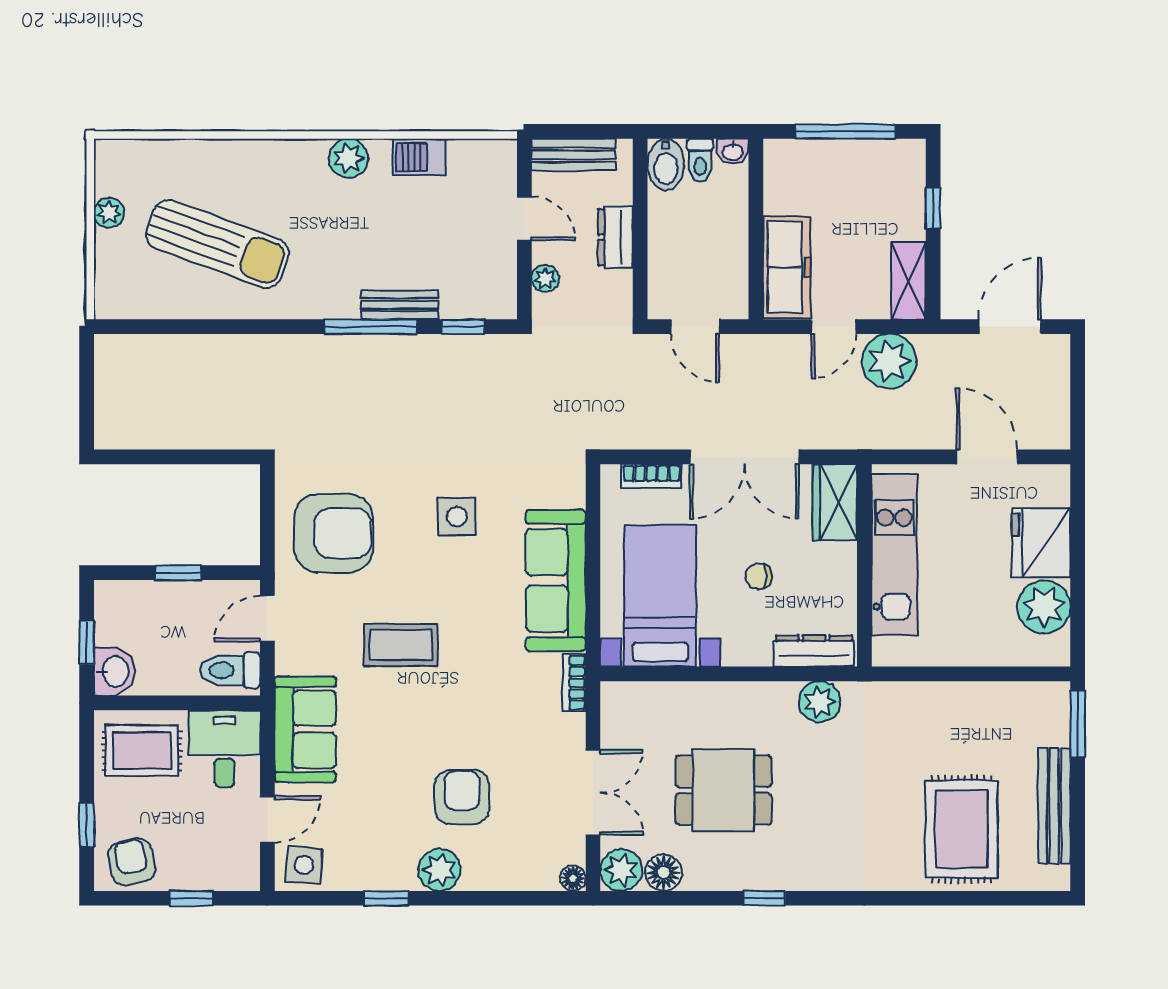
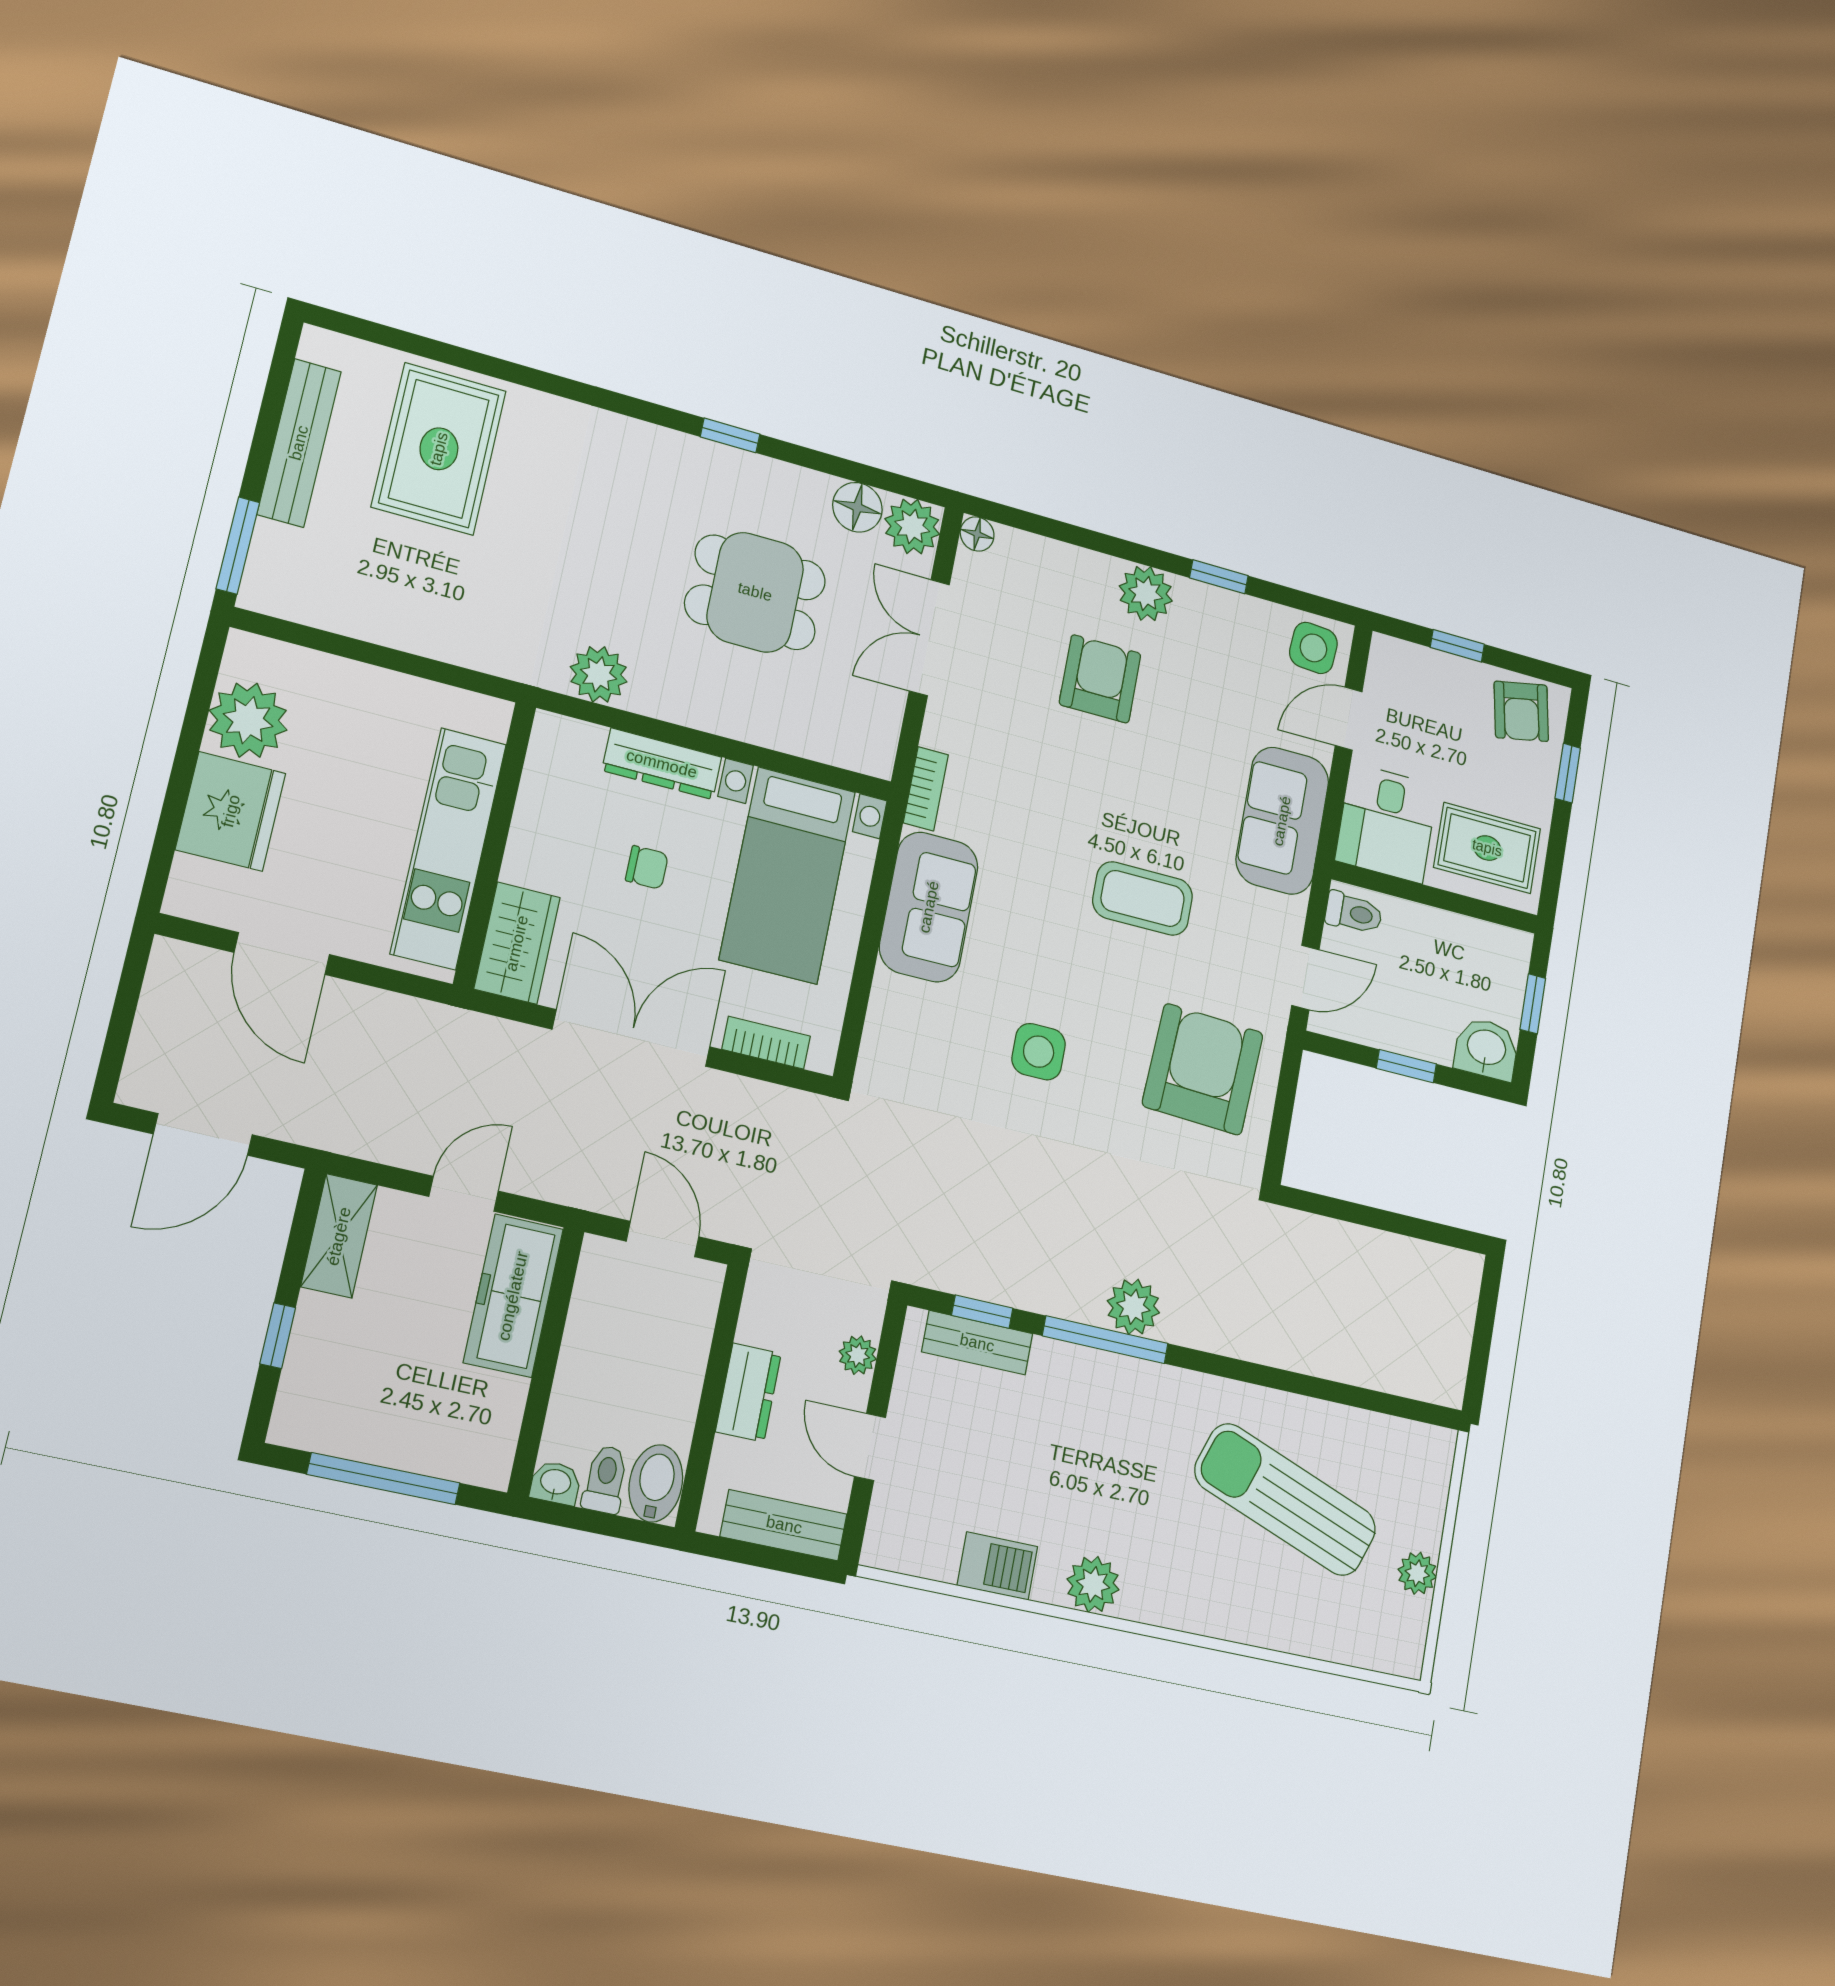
bench: (400, 305) -> (977, 1343), moved
plant: (889, 361) -> (1133, 1307), moved, width x0.73, depth x0.73
armchair: (333, 533) -> (1203, 1069), turned 93
sofa: (556, 580) -> (929, 907), width x0.73
dresser: (814, 651) -> (662, 764), moved
toilet: (230, 670) -> (1354, 913), width x0.73, depth x0.72
washbasin: (114, 671) -> (1486, 1049), moved, turned 90
armchair: (462, 797) -> (1100, 679), turned 180

